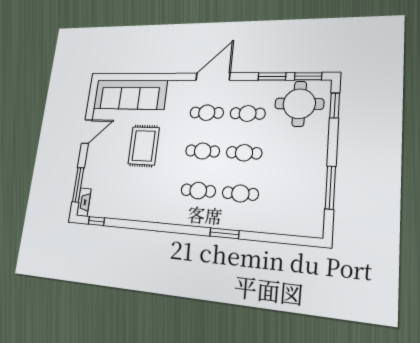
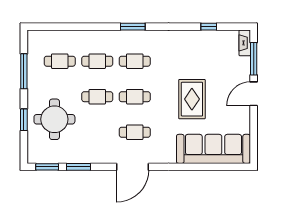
round table: (299, 104) -> (54, 119), moved
window: (335, 106) -> (24, 120), moved
cafe table: (248, 113) -> (60, 61), moved
door: (87, 132) -> (254, 94), moved
window: (96, 221) -> (209, 27), moved
window: (224, 233) -> (133, 27), moved

